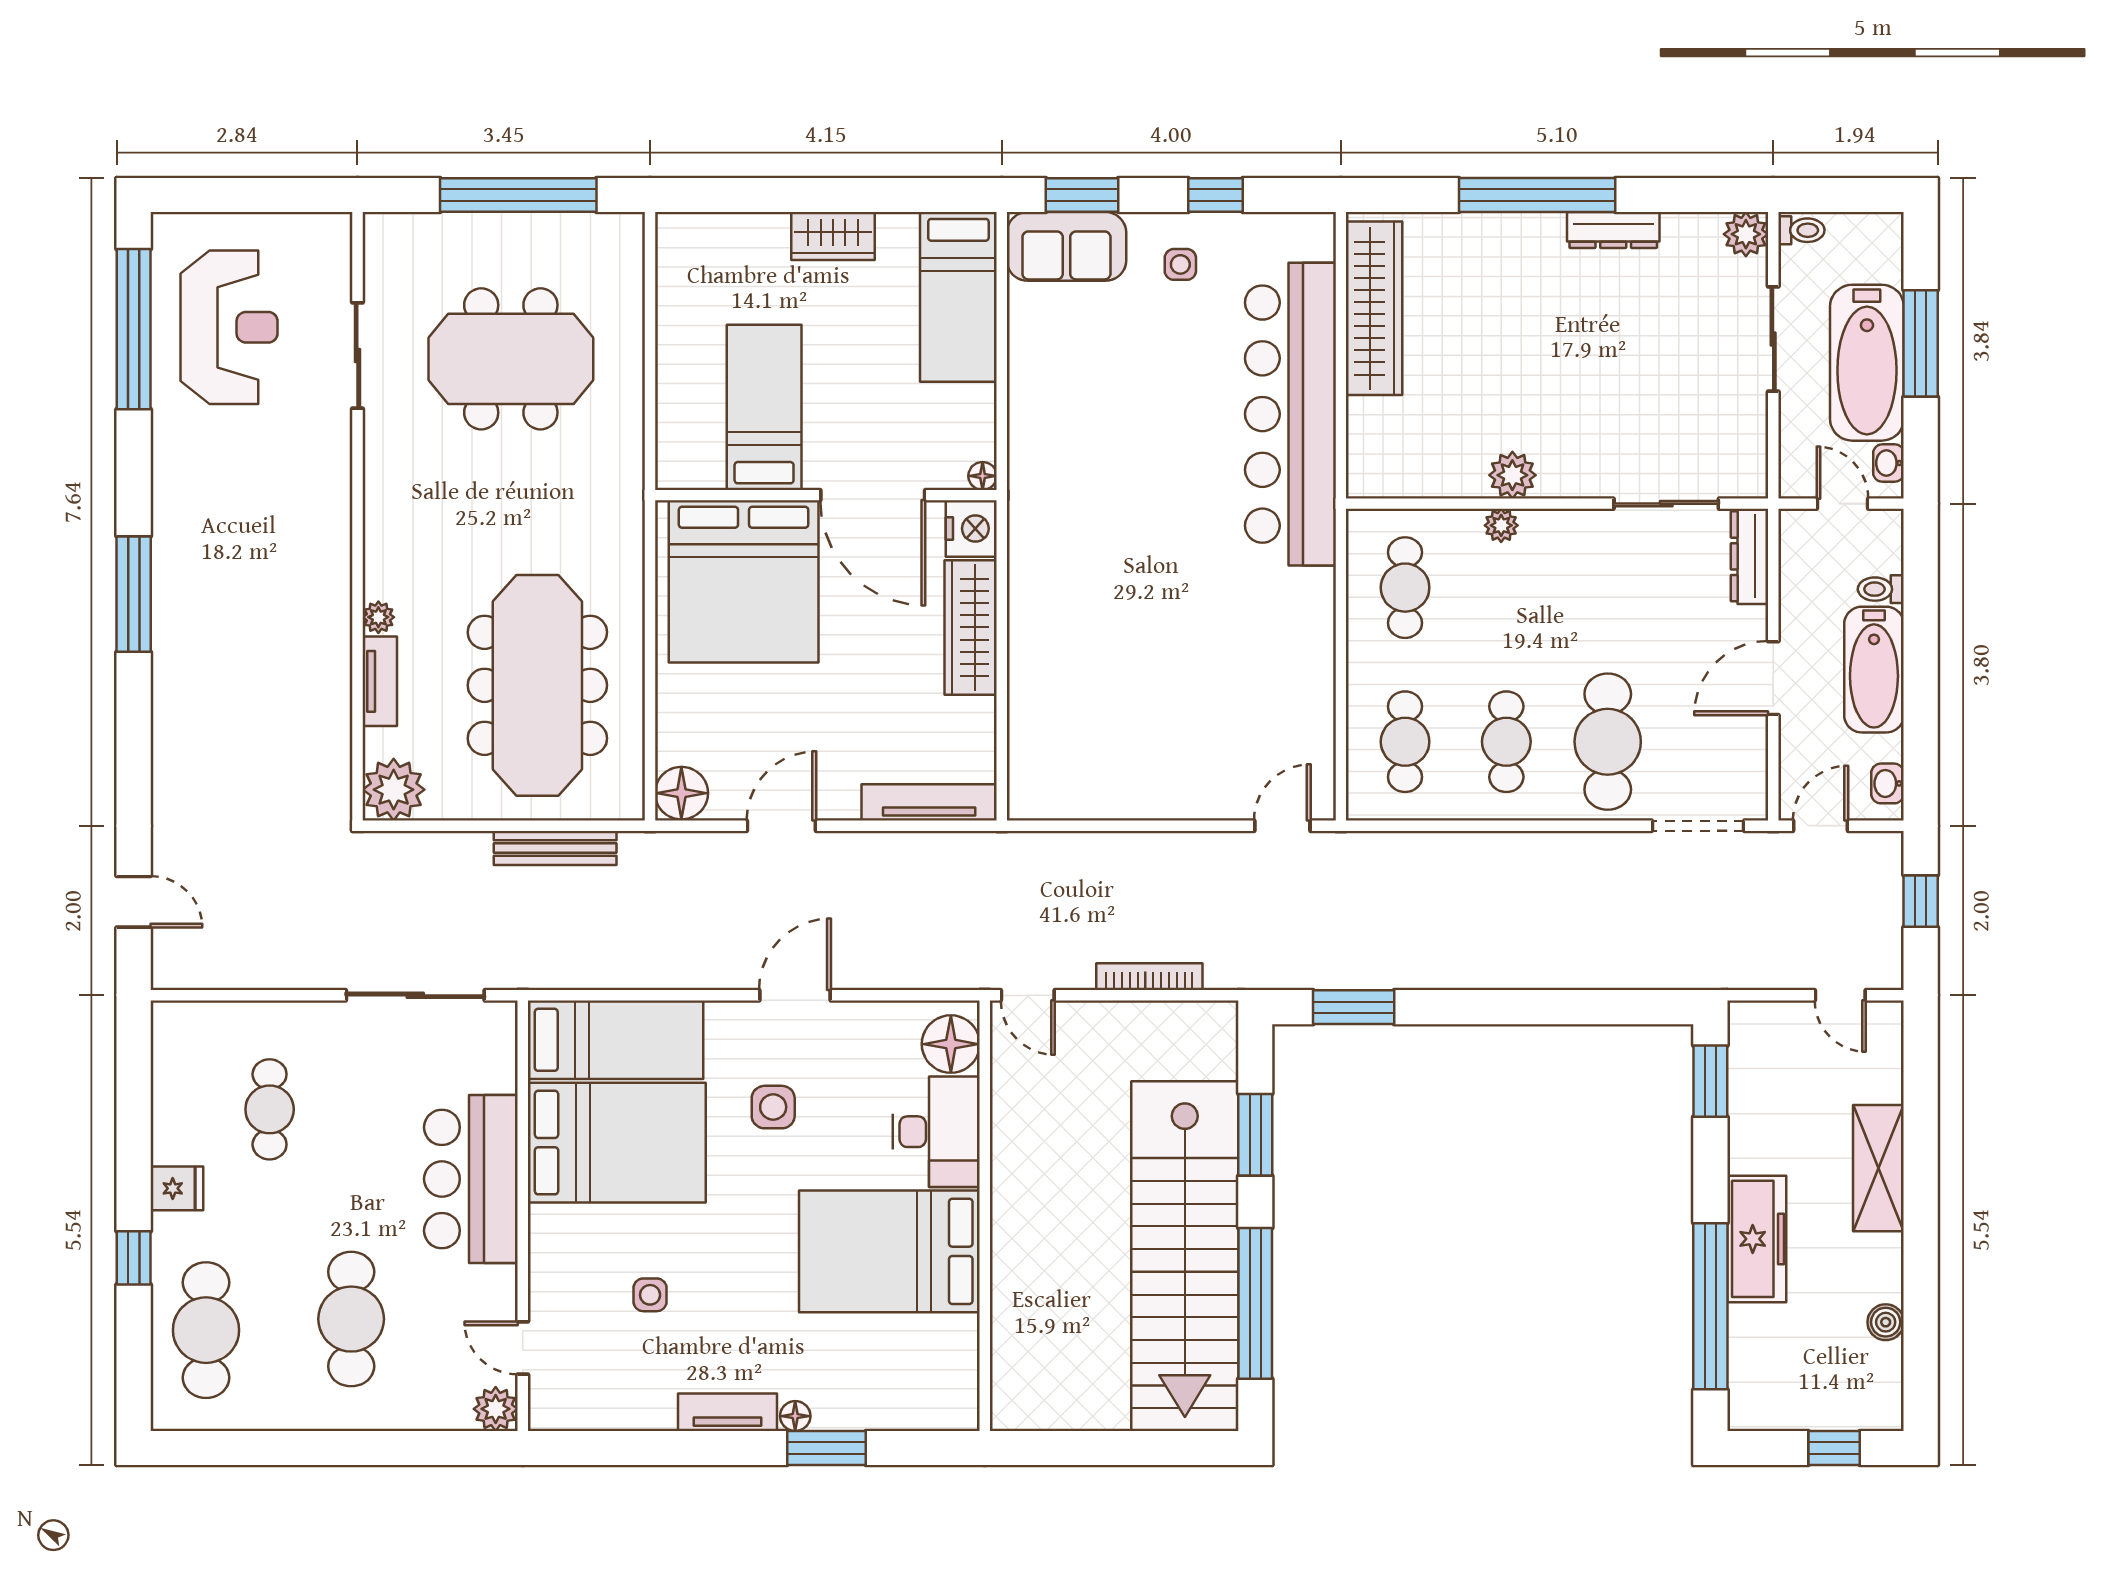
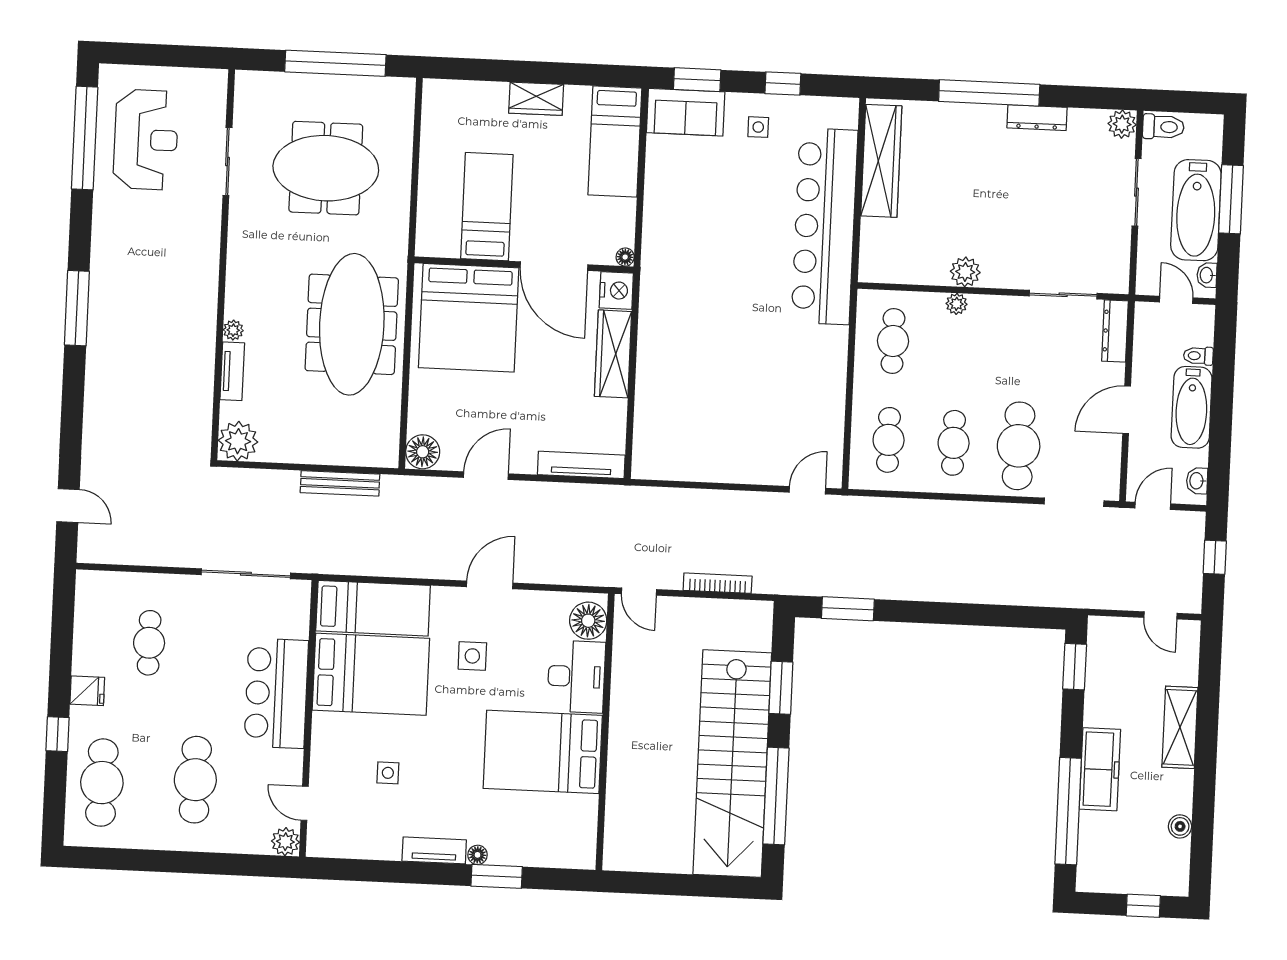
toilet: (1801, 230) -> (1163, 127), width x1.37, depth x1.39
meeting table: (537, 685) -> (352, 324), moved

